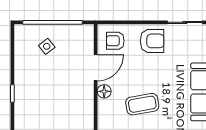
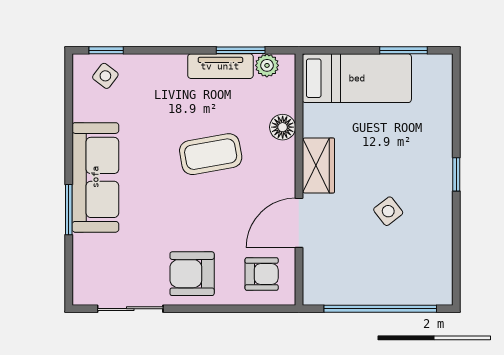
side table: (47, 46) -> (388, 211), moved
floor lamp: (104, 91) -> (283, 127), moved
wardrobe: (85, 98) -> (318, 166), added

